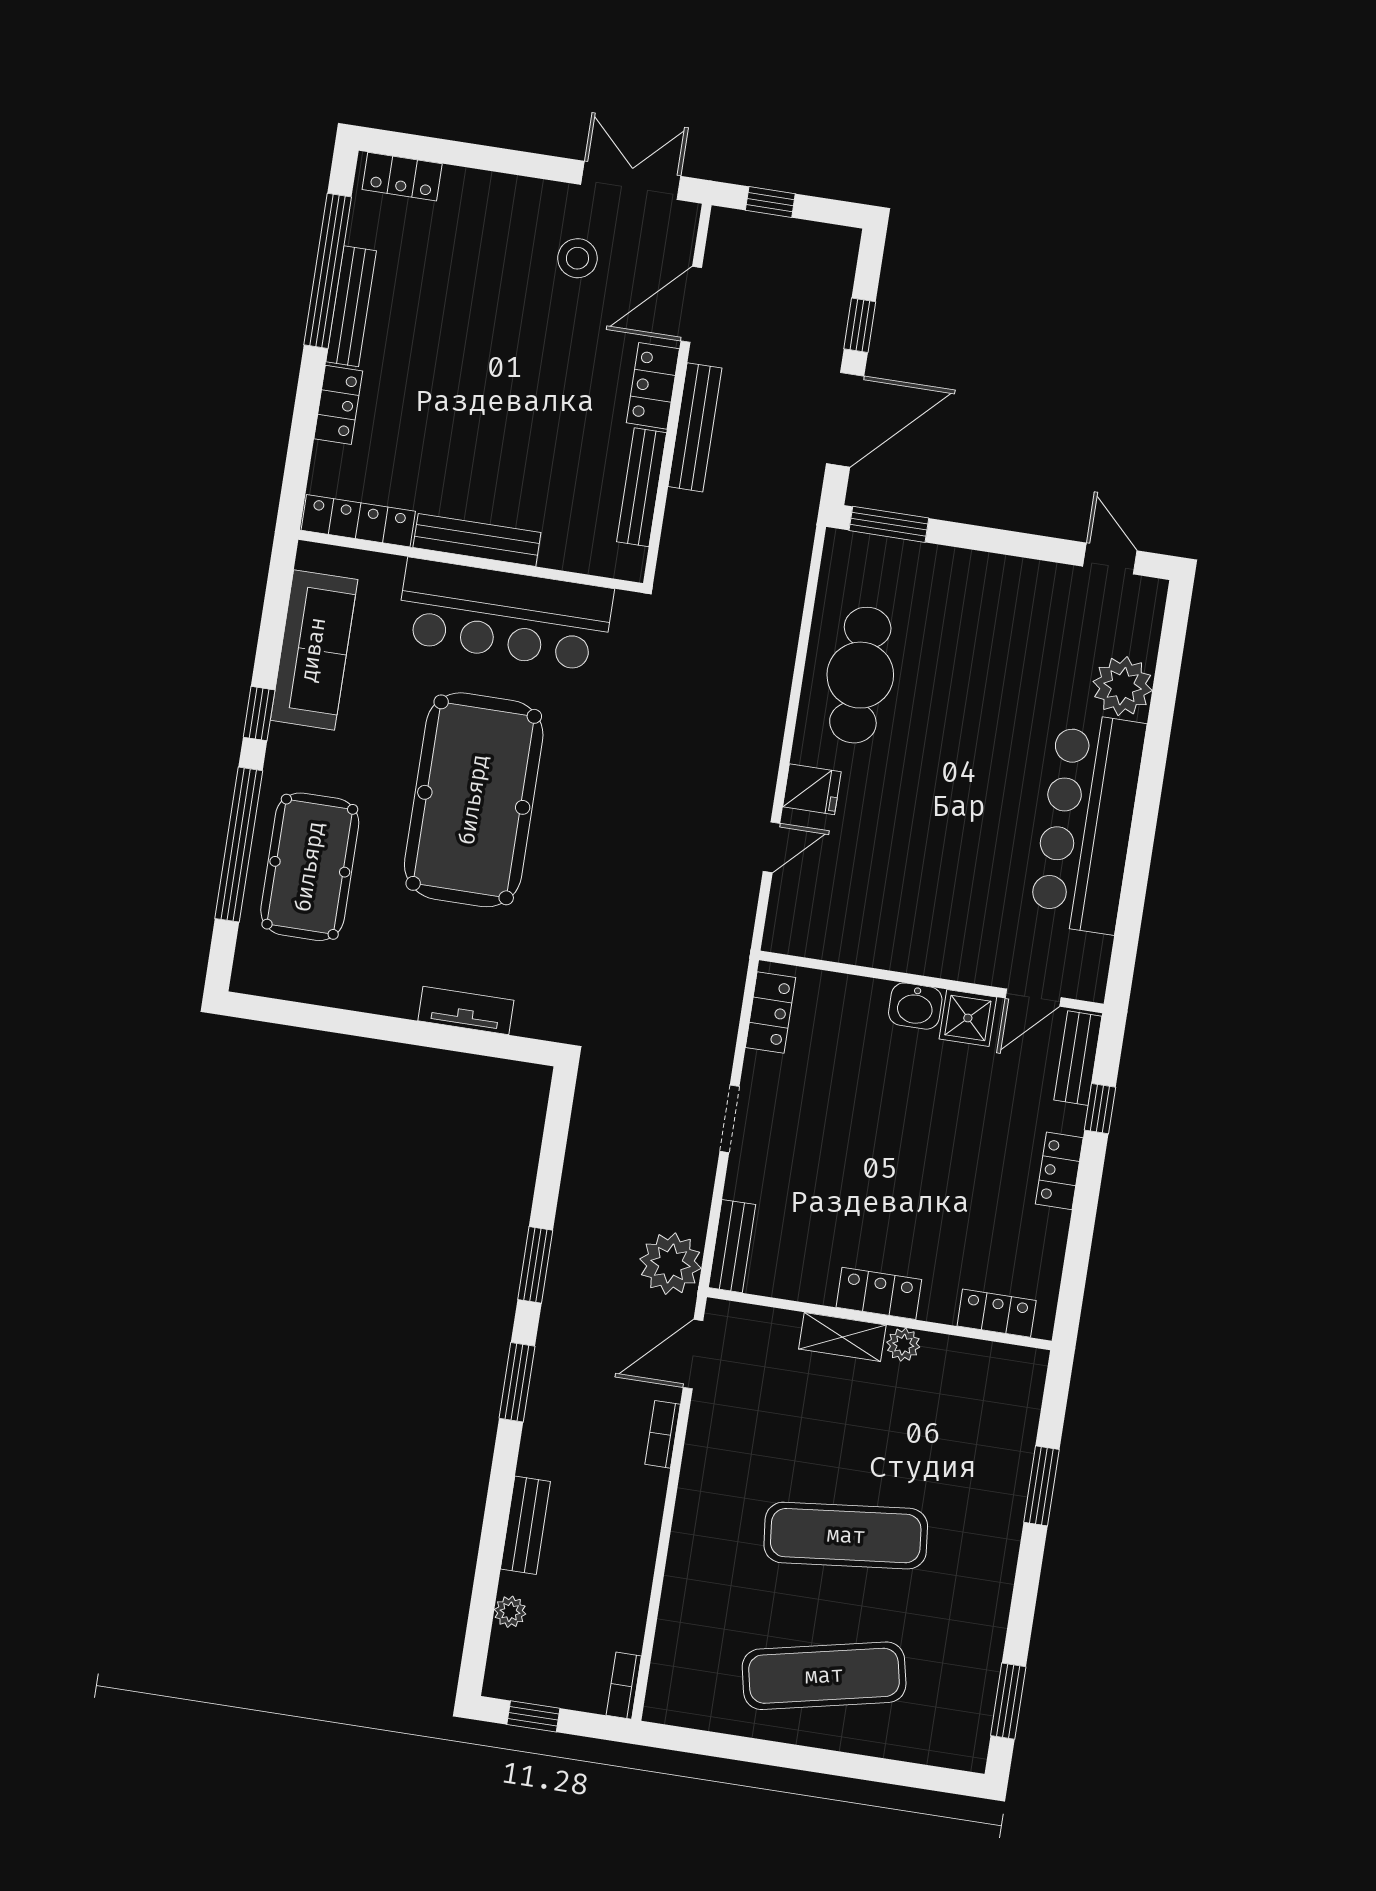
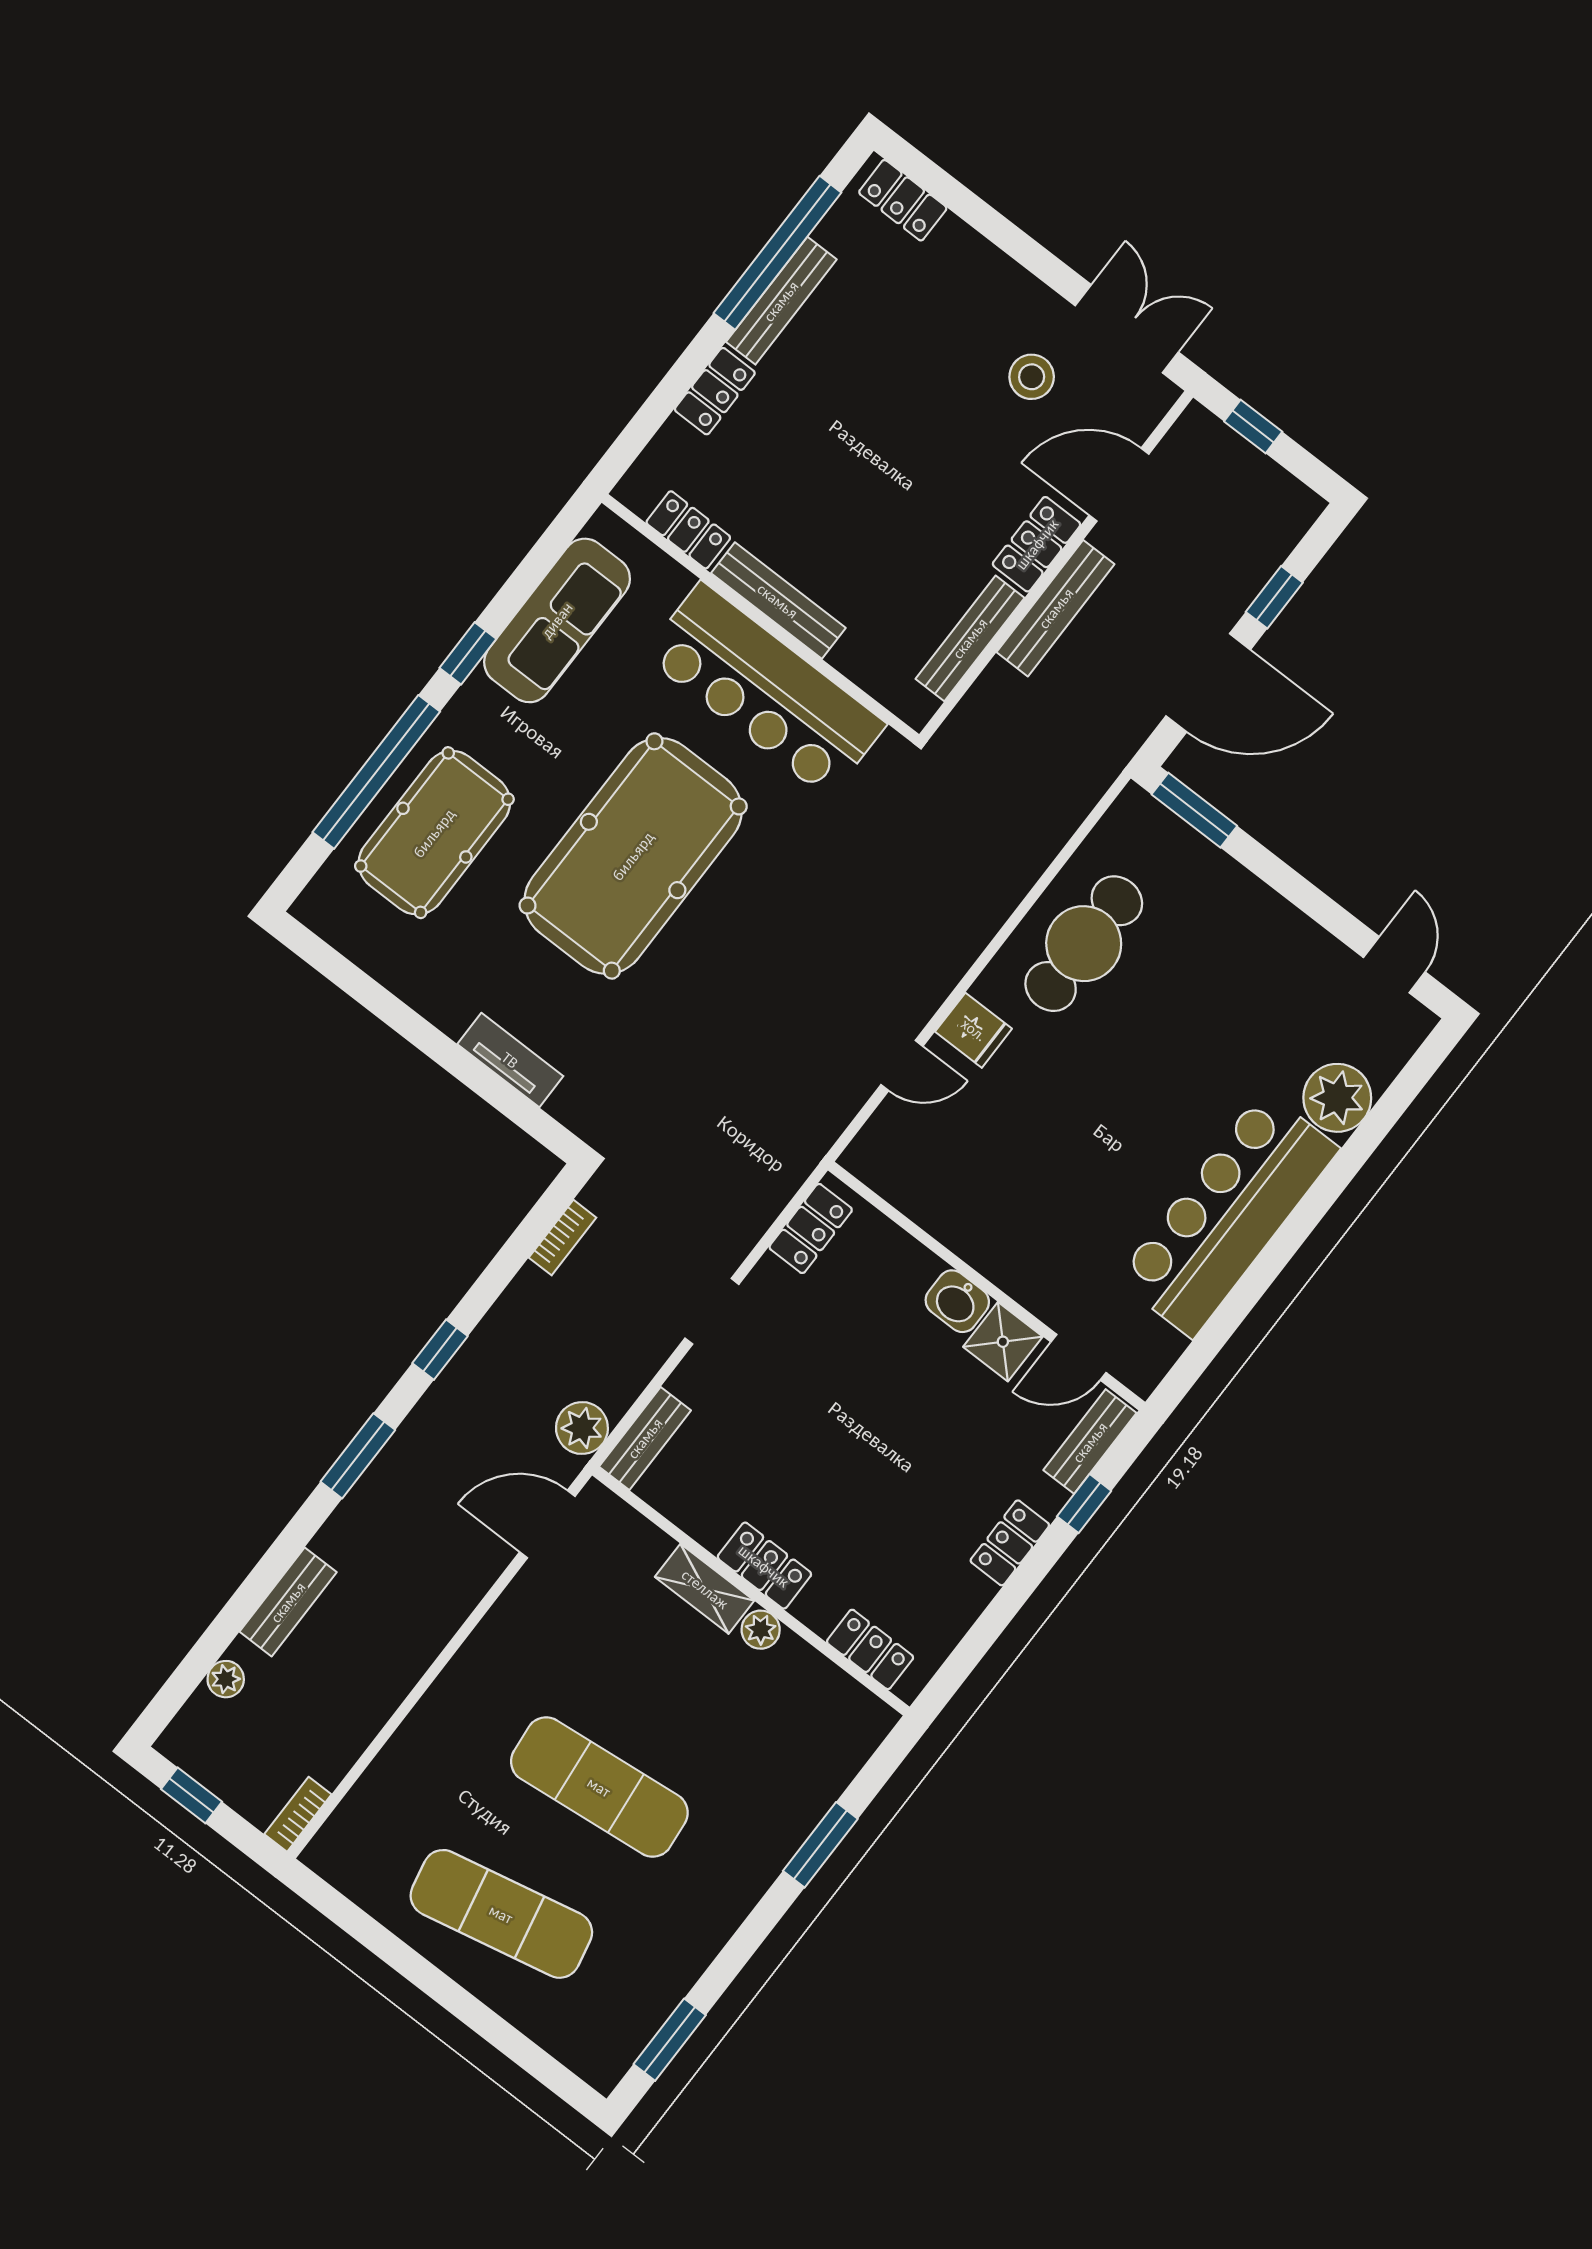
locker: (358, 521) -> (688, 530), width x0.66
plant: (670, 1264) -> (582, 1428), width x0.73, depth x0.73
window: (535, 1265) -> (440, 1350), width x0.67
bookcase: (663, 1434) -> (563, 1238), moved, turned 180

